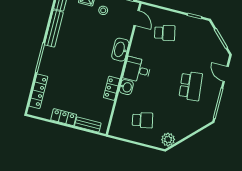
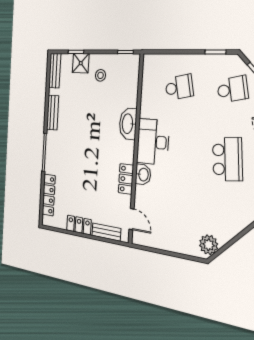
door: (137, 18) -> (132, 219), moved
bench: (54, 29) -> (53, 113), width x0.73
desk: (137, 70) -> (153, 142), width x1.37
school desk: (142, 120) -> (233, 89), moved

